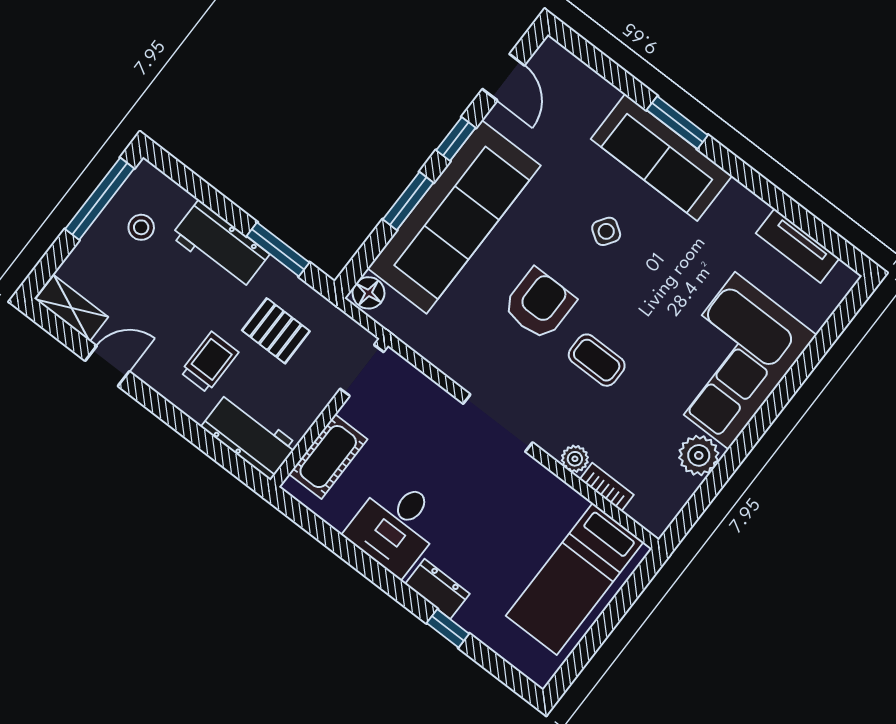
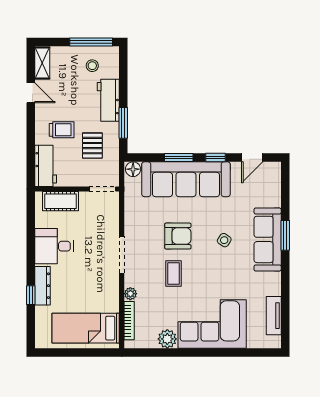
bookcase: (607, 487) -> (129, 321), width x1.56
dresser: (437, 589) -> (43, 286), width x1.44

